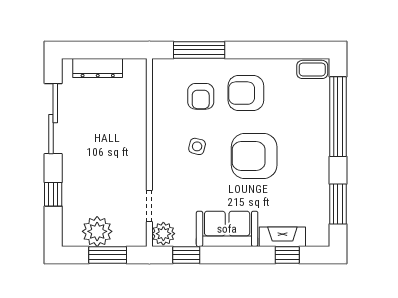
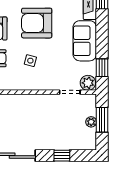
armchair: (254, 156) -> (37, 23), turned 90
plant: (97, 231) -> (91, 122), width x0.53, depth x0.53

